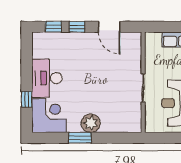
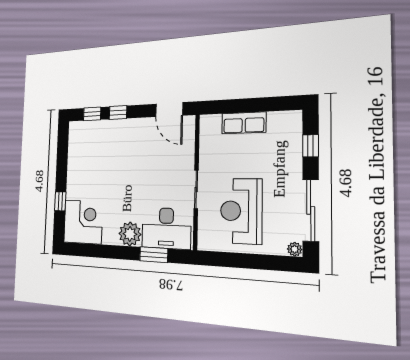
door: (109, 27) -> (169, 110), moved
desk: (47, 78) -> (166, 228), moved, turned -90
window: (80, 138) -> (154, 255), moved

